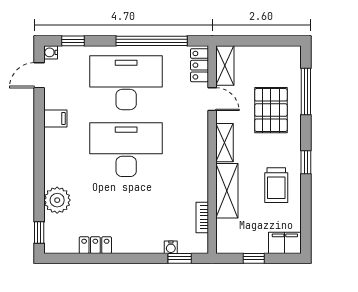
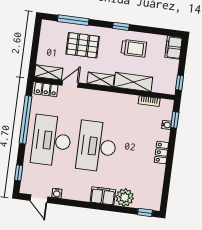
water cooler: (51, 52) -> (57, 193), moved
filing cabinet: (55, 118) -> (103, 196), moved, width x2.00
locker: (95, 245) -> (161, 153), moved
window: (254, 258) -> (180, 83), moved

